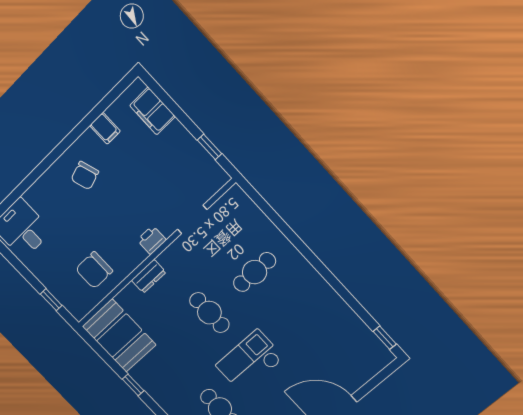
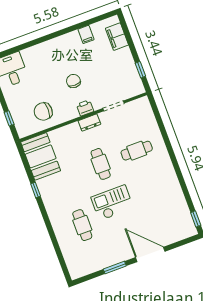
chair: (85, 176) -> (73, 81), moved, turned 108
dresser: (149, 276) -> (89, 122), moved

